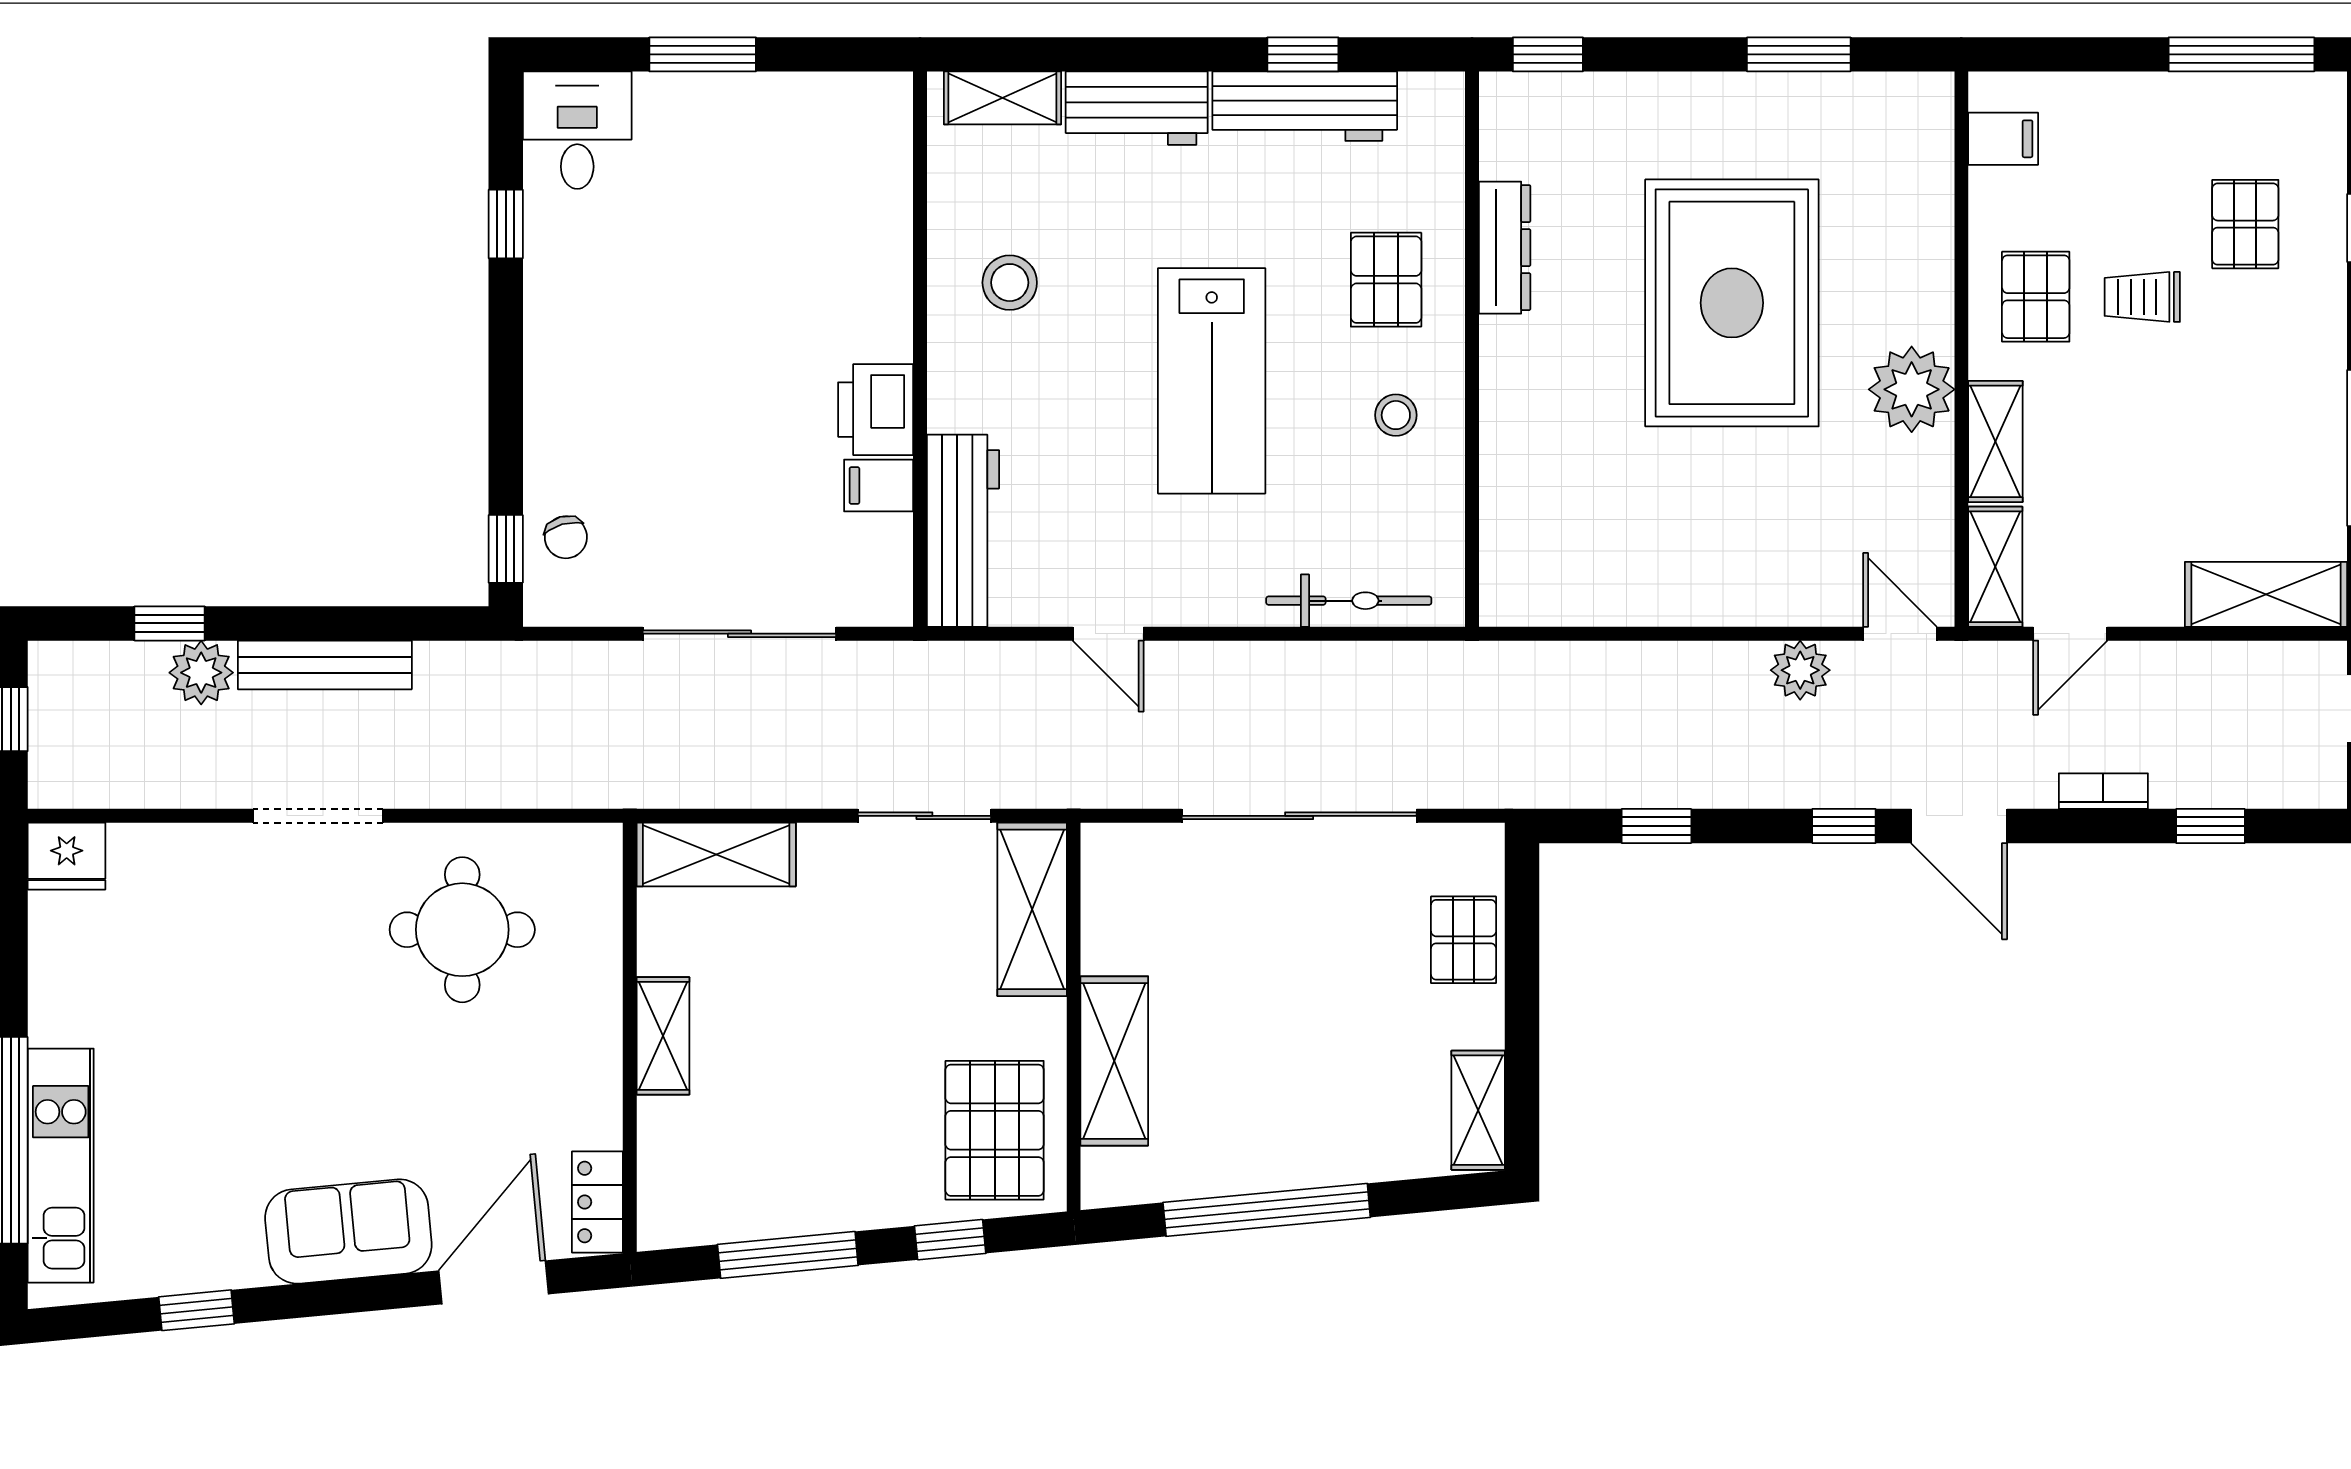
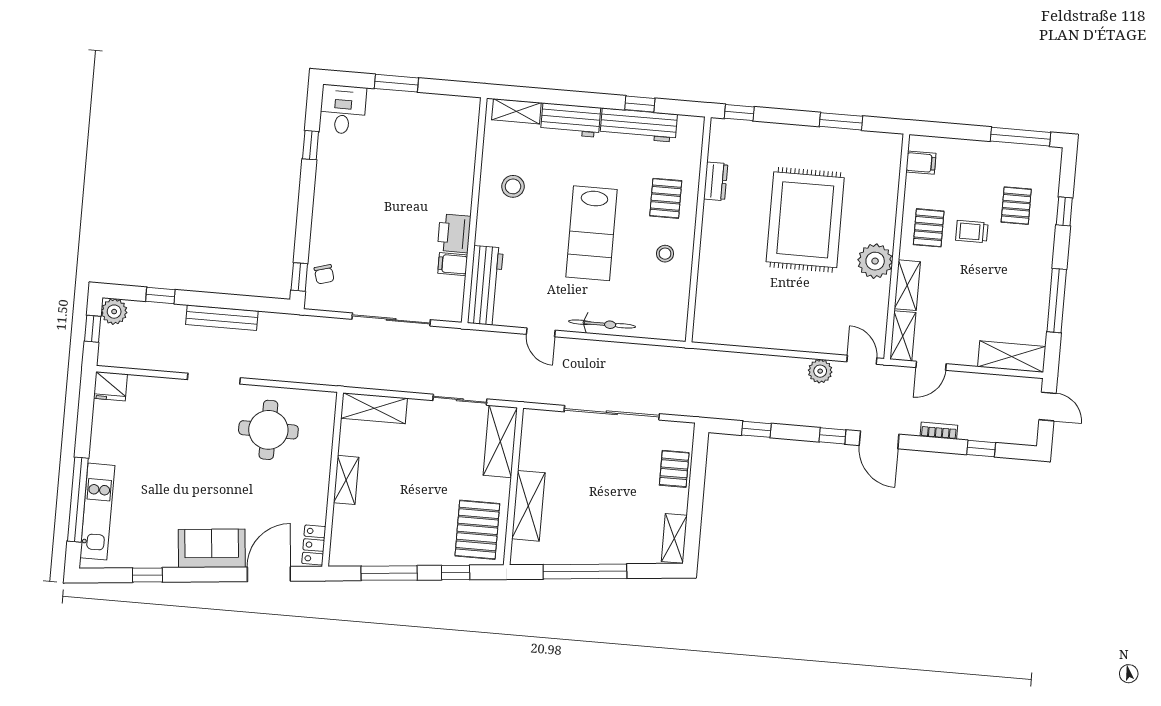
dresser: (1505, 248) -> (716, 181), width x0.70
bicycle: (1349, 601) -> (602, 324), moved
plant: (201, 673) -> (114, 312), moved

